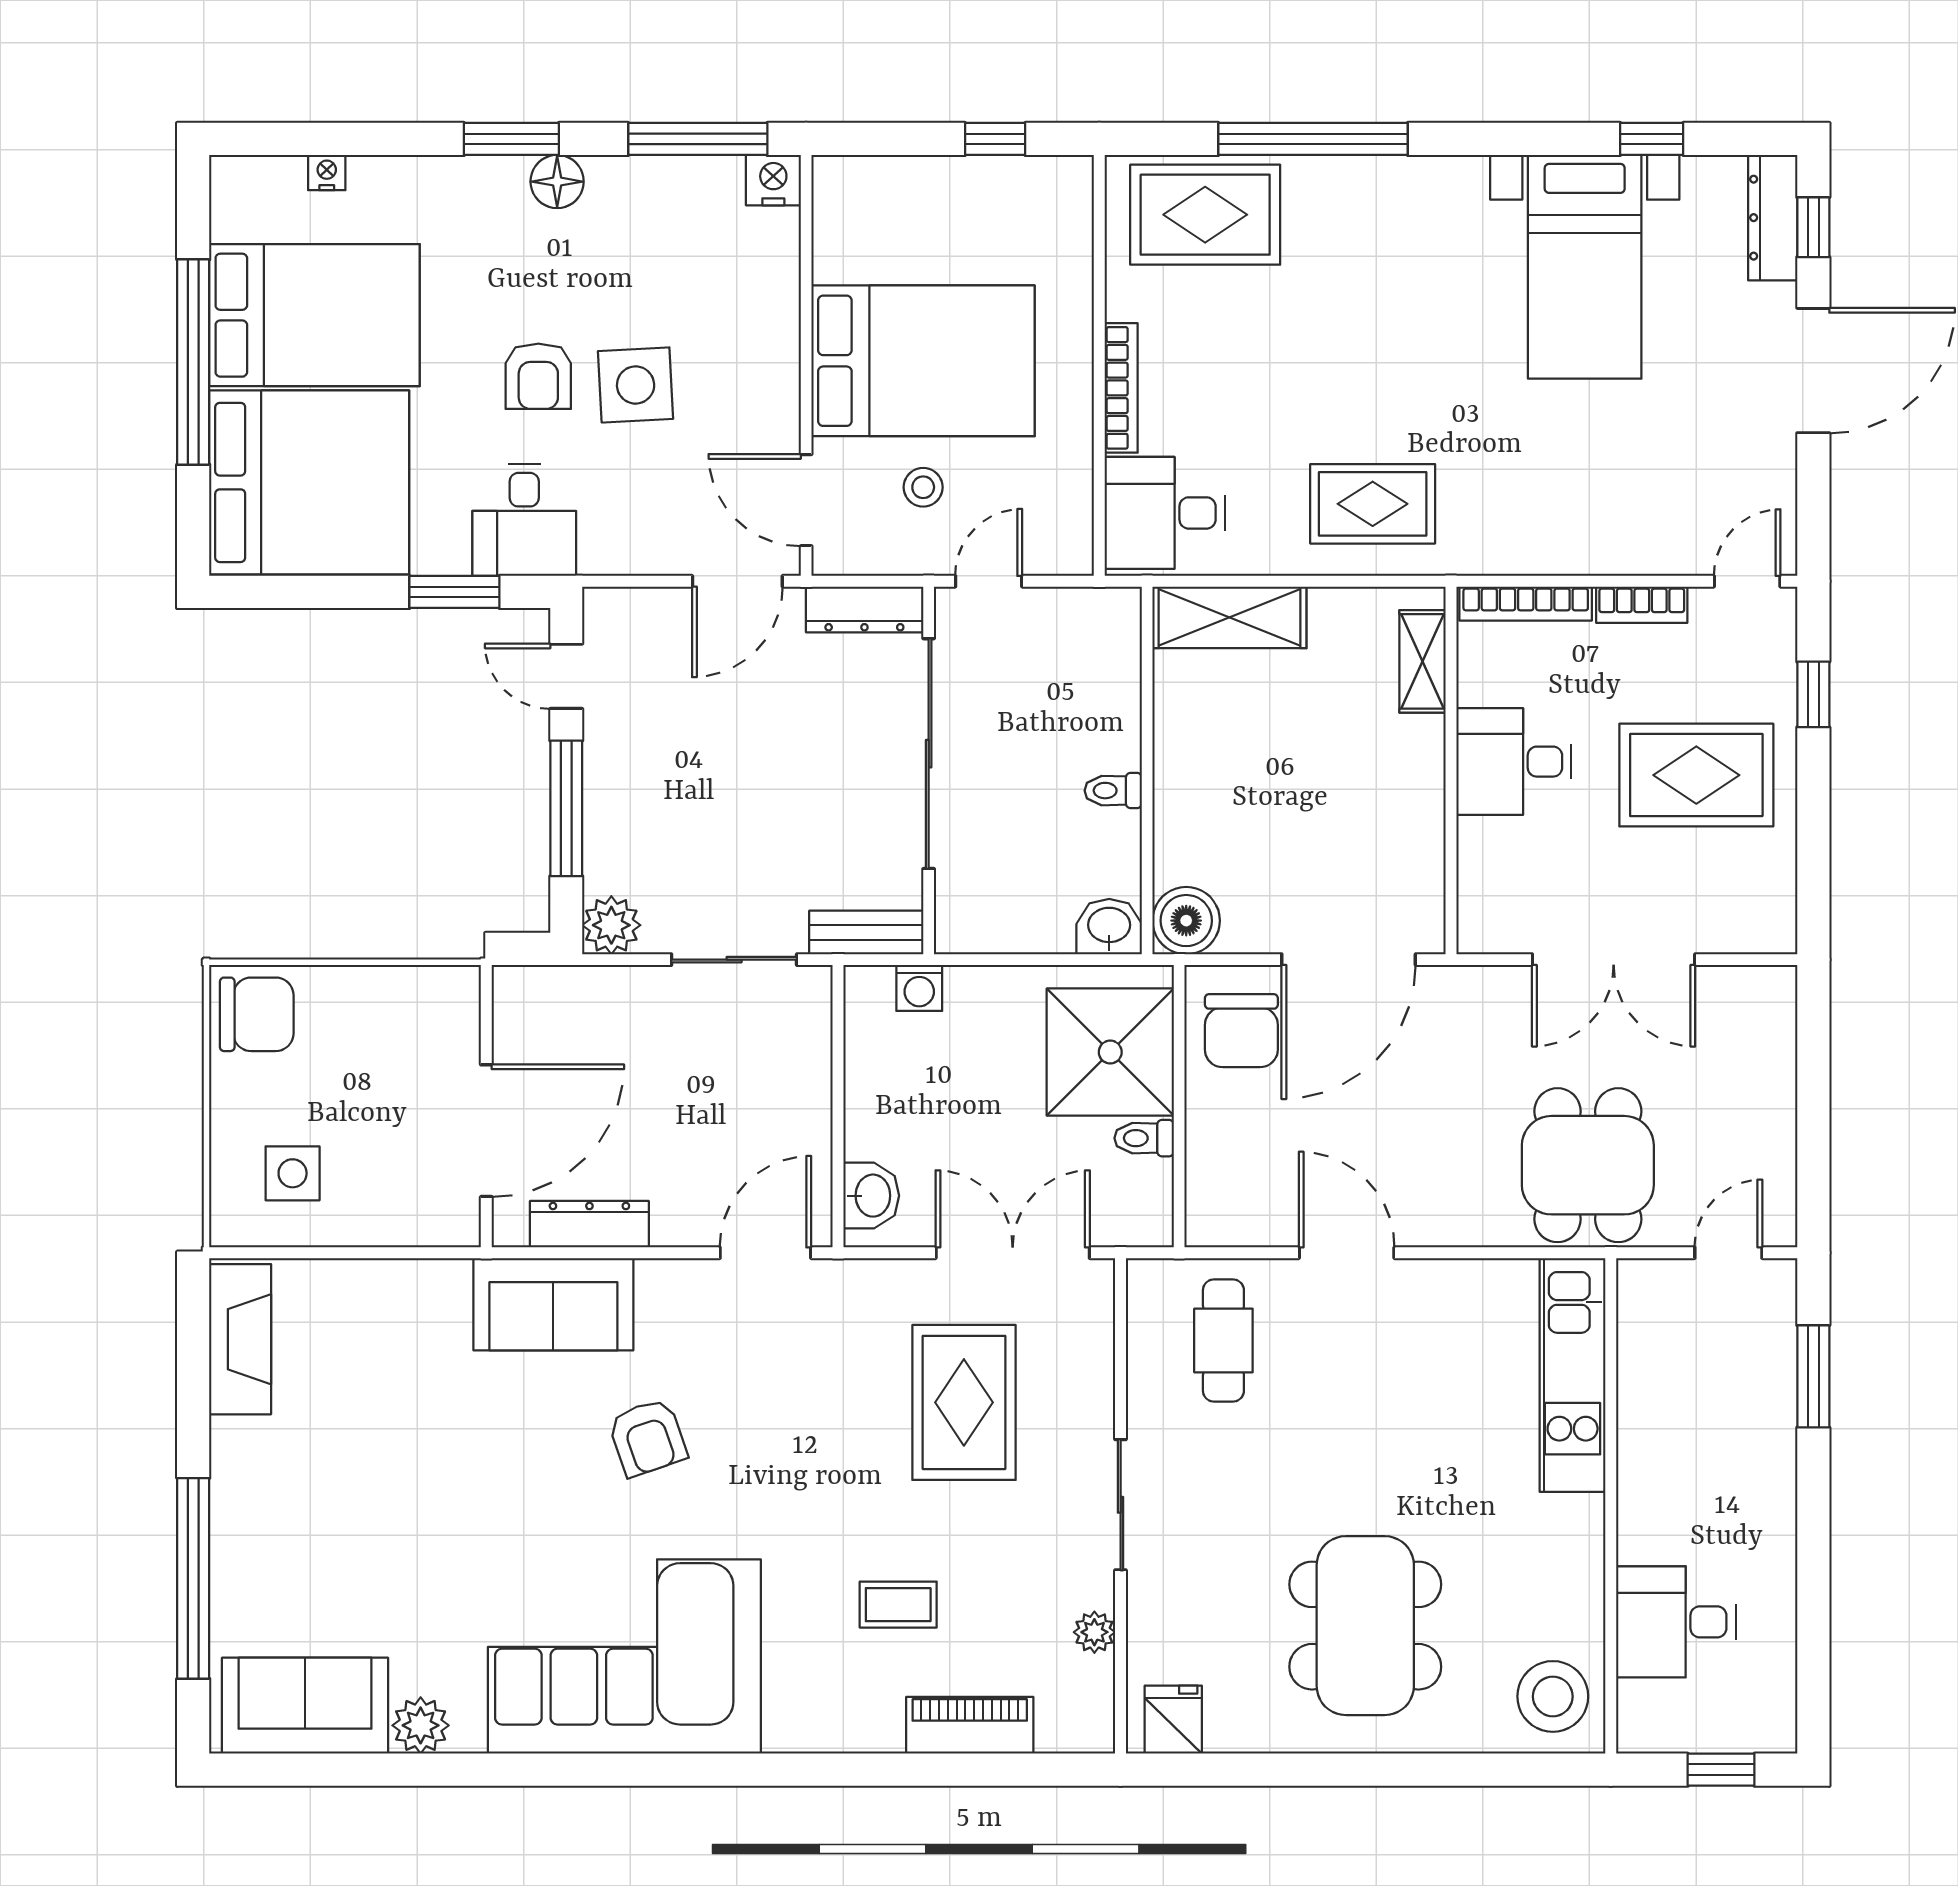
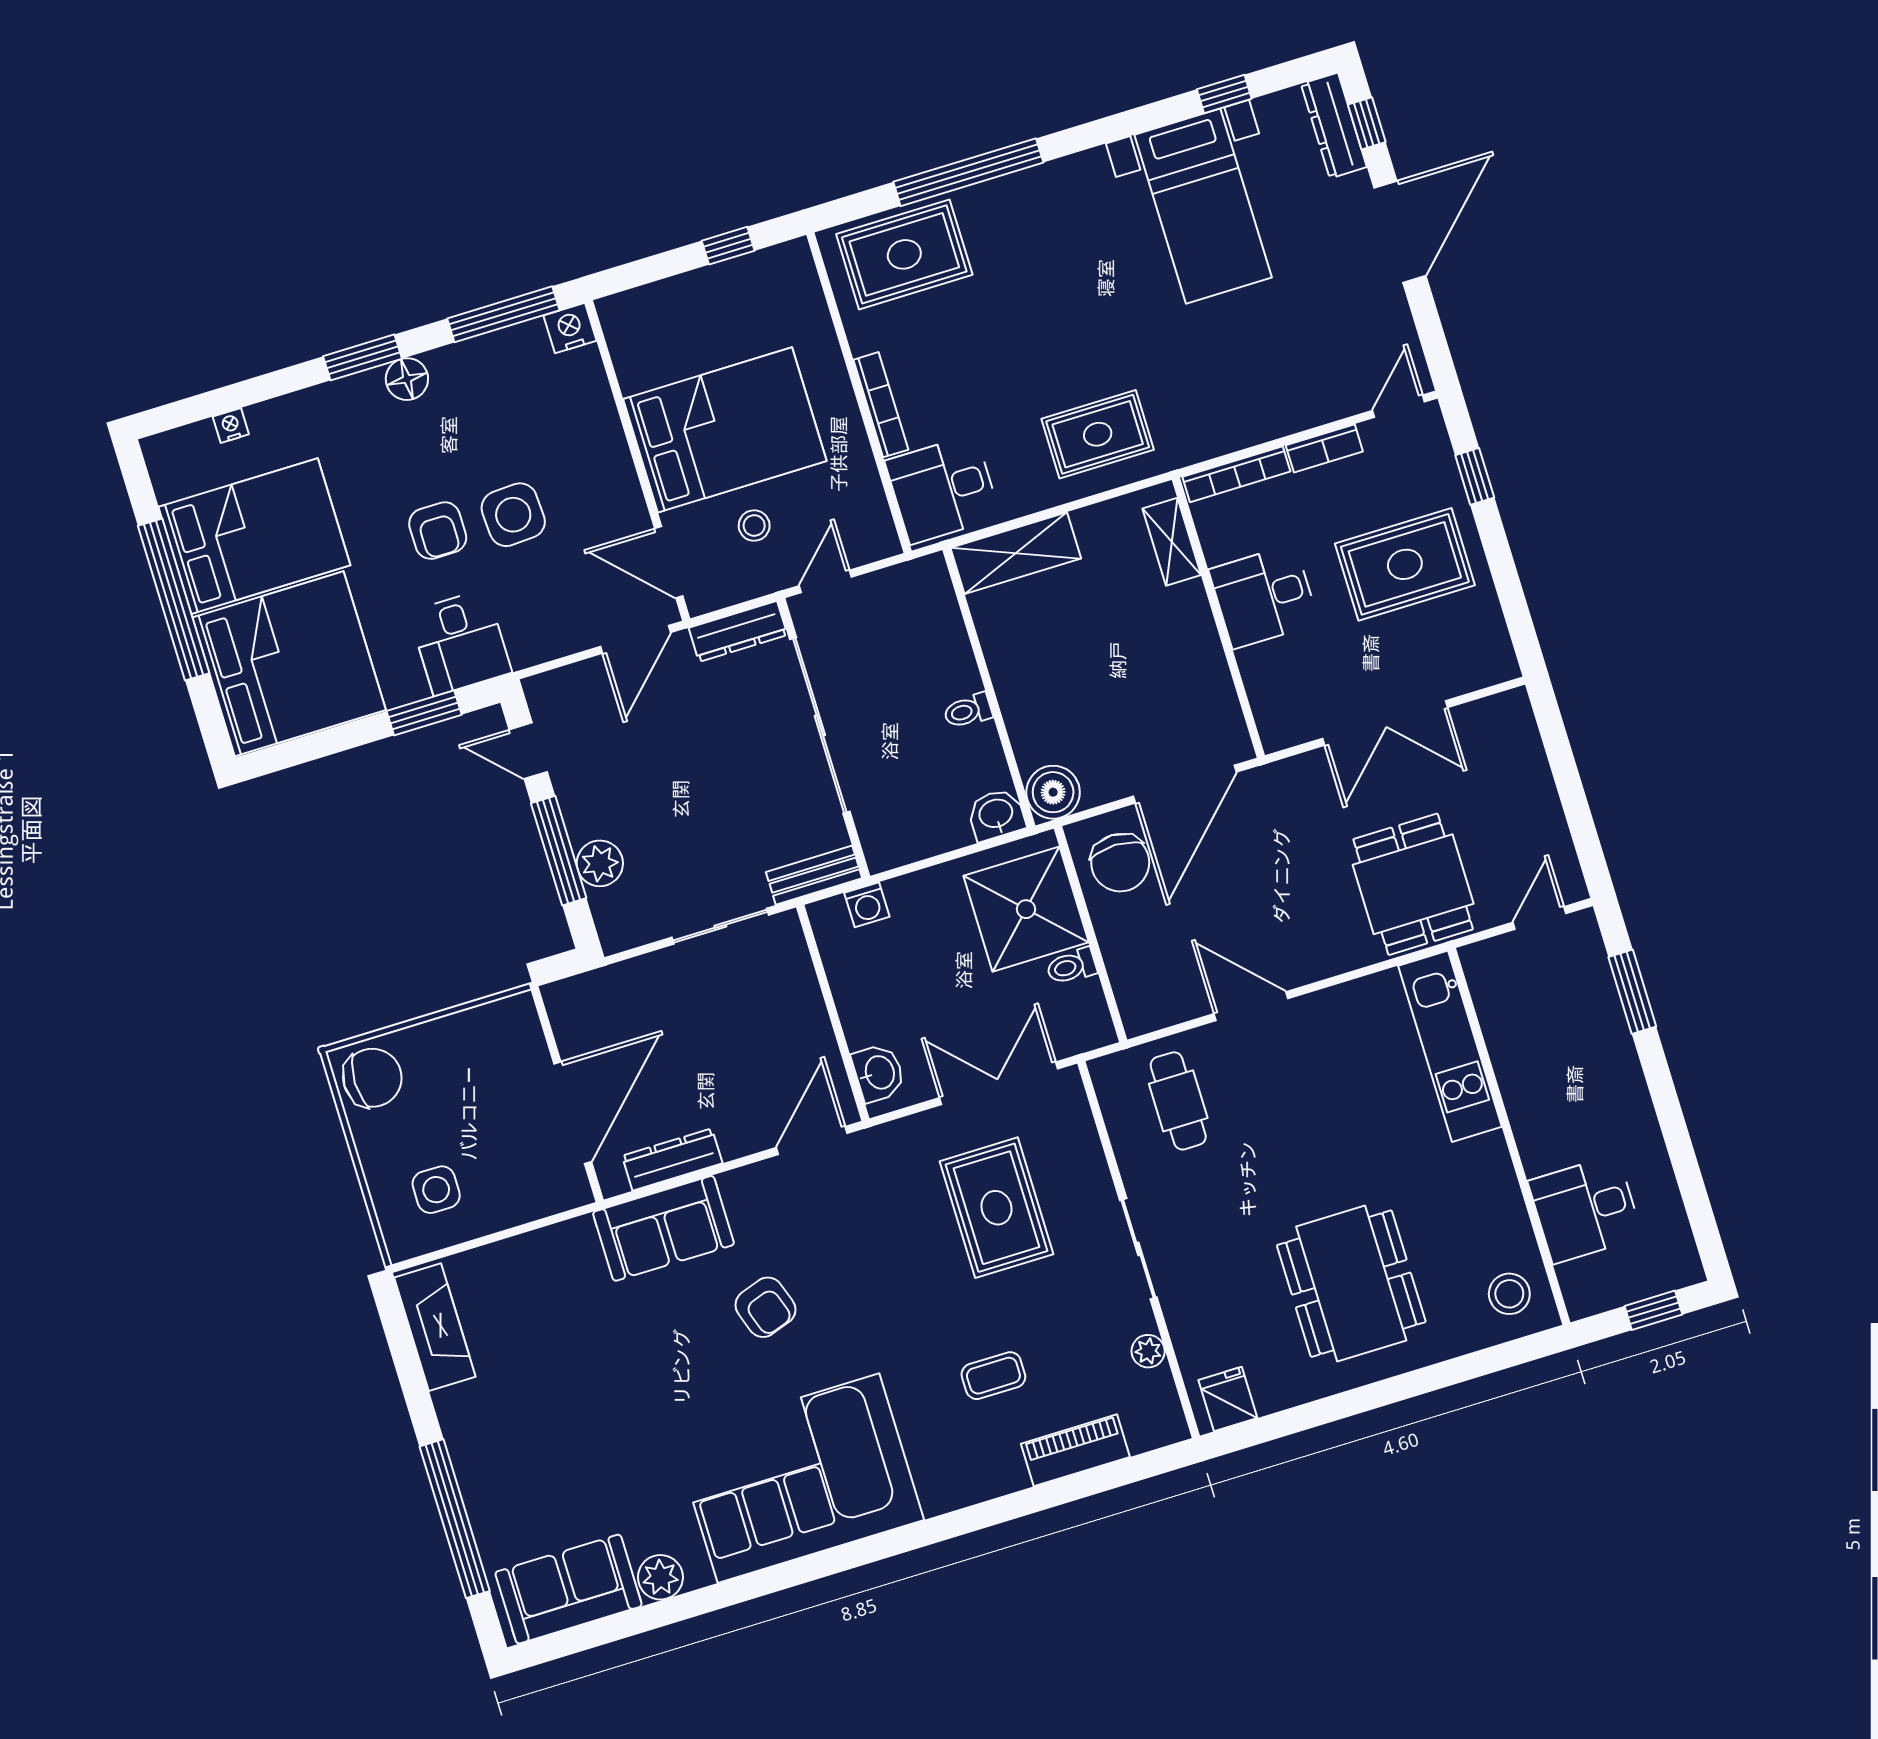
plant: (611, 925) -> (600, 863), moved
stool: (1553, 1696) -> (1509, 1294), width x0.73, depth x0.73

